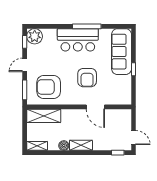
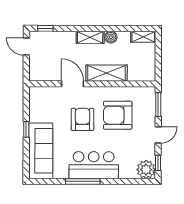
armchair: (49, 87) -> (118, 115), moved, turned 180
shelving: (44, 116) -> (107, 73), moved

